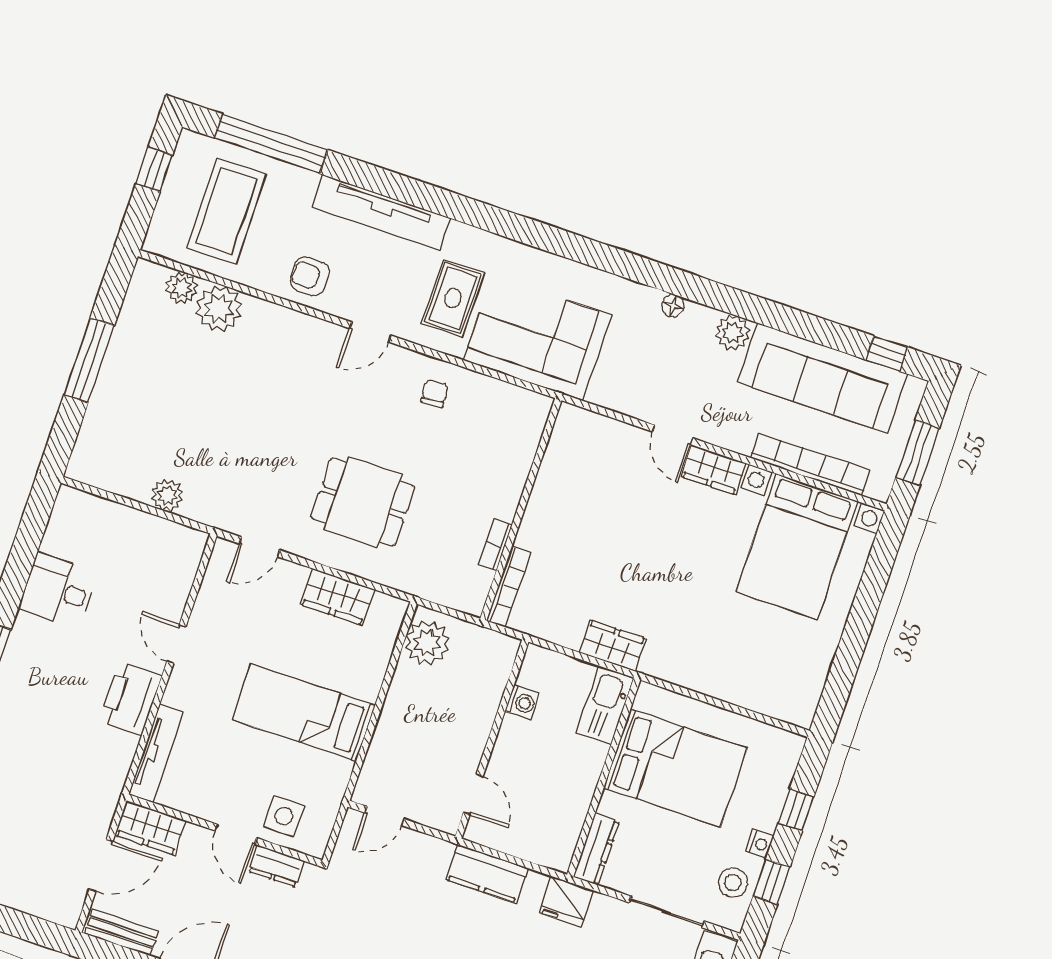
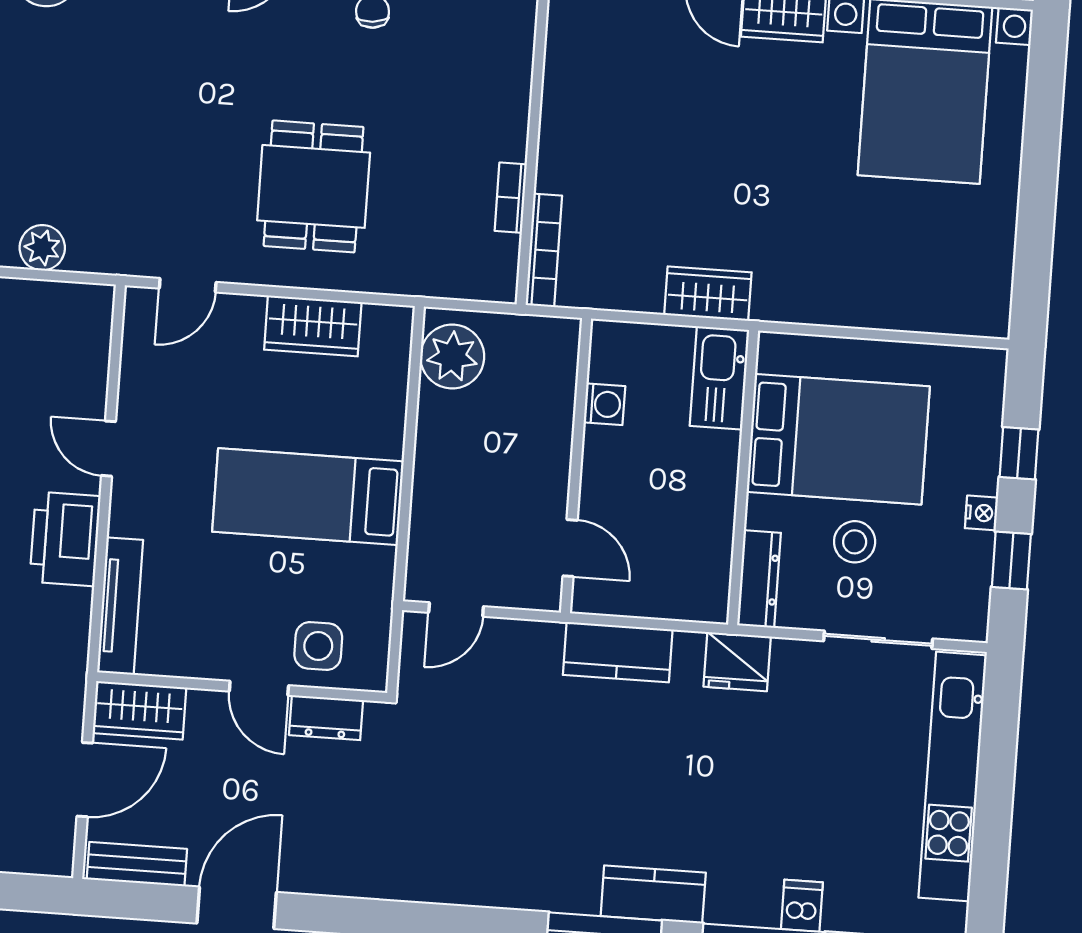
dining table: (363, 502) -> (314, 186), turned 90
stool: (733, 883) -> (855, 542), moved

